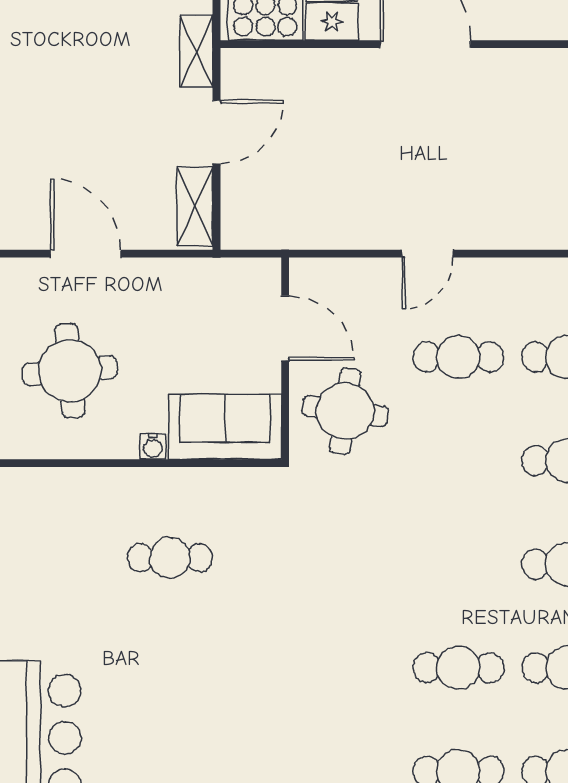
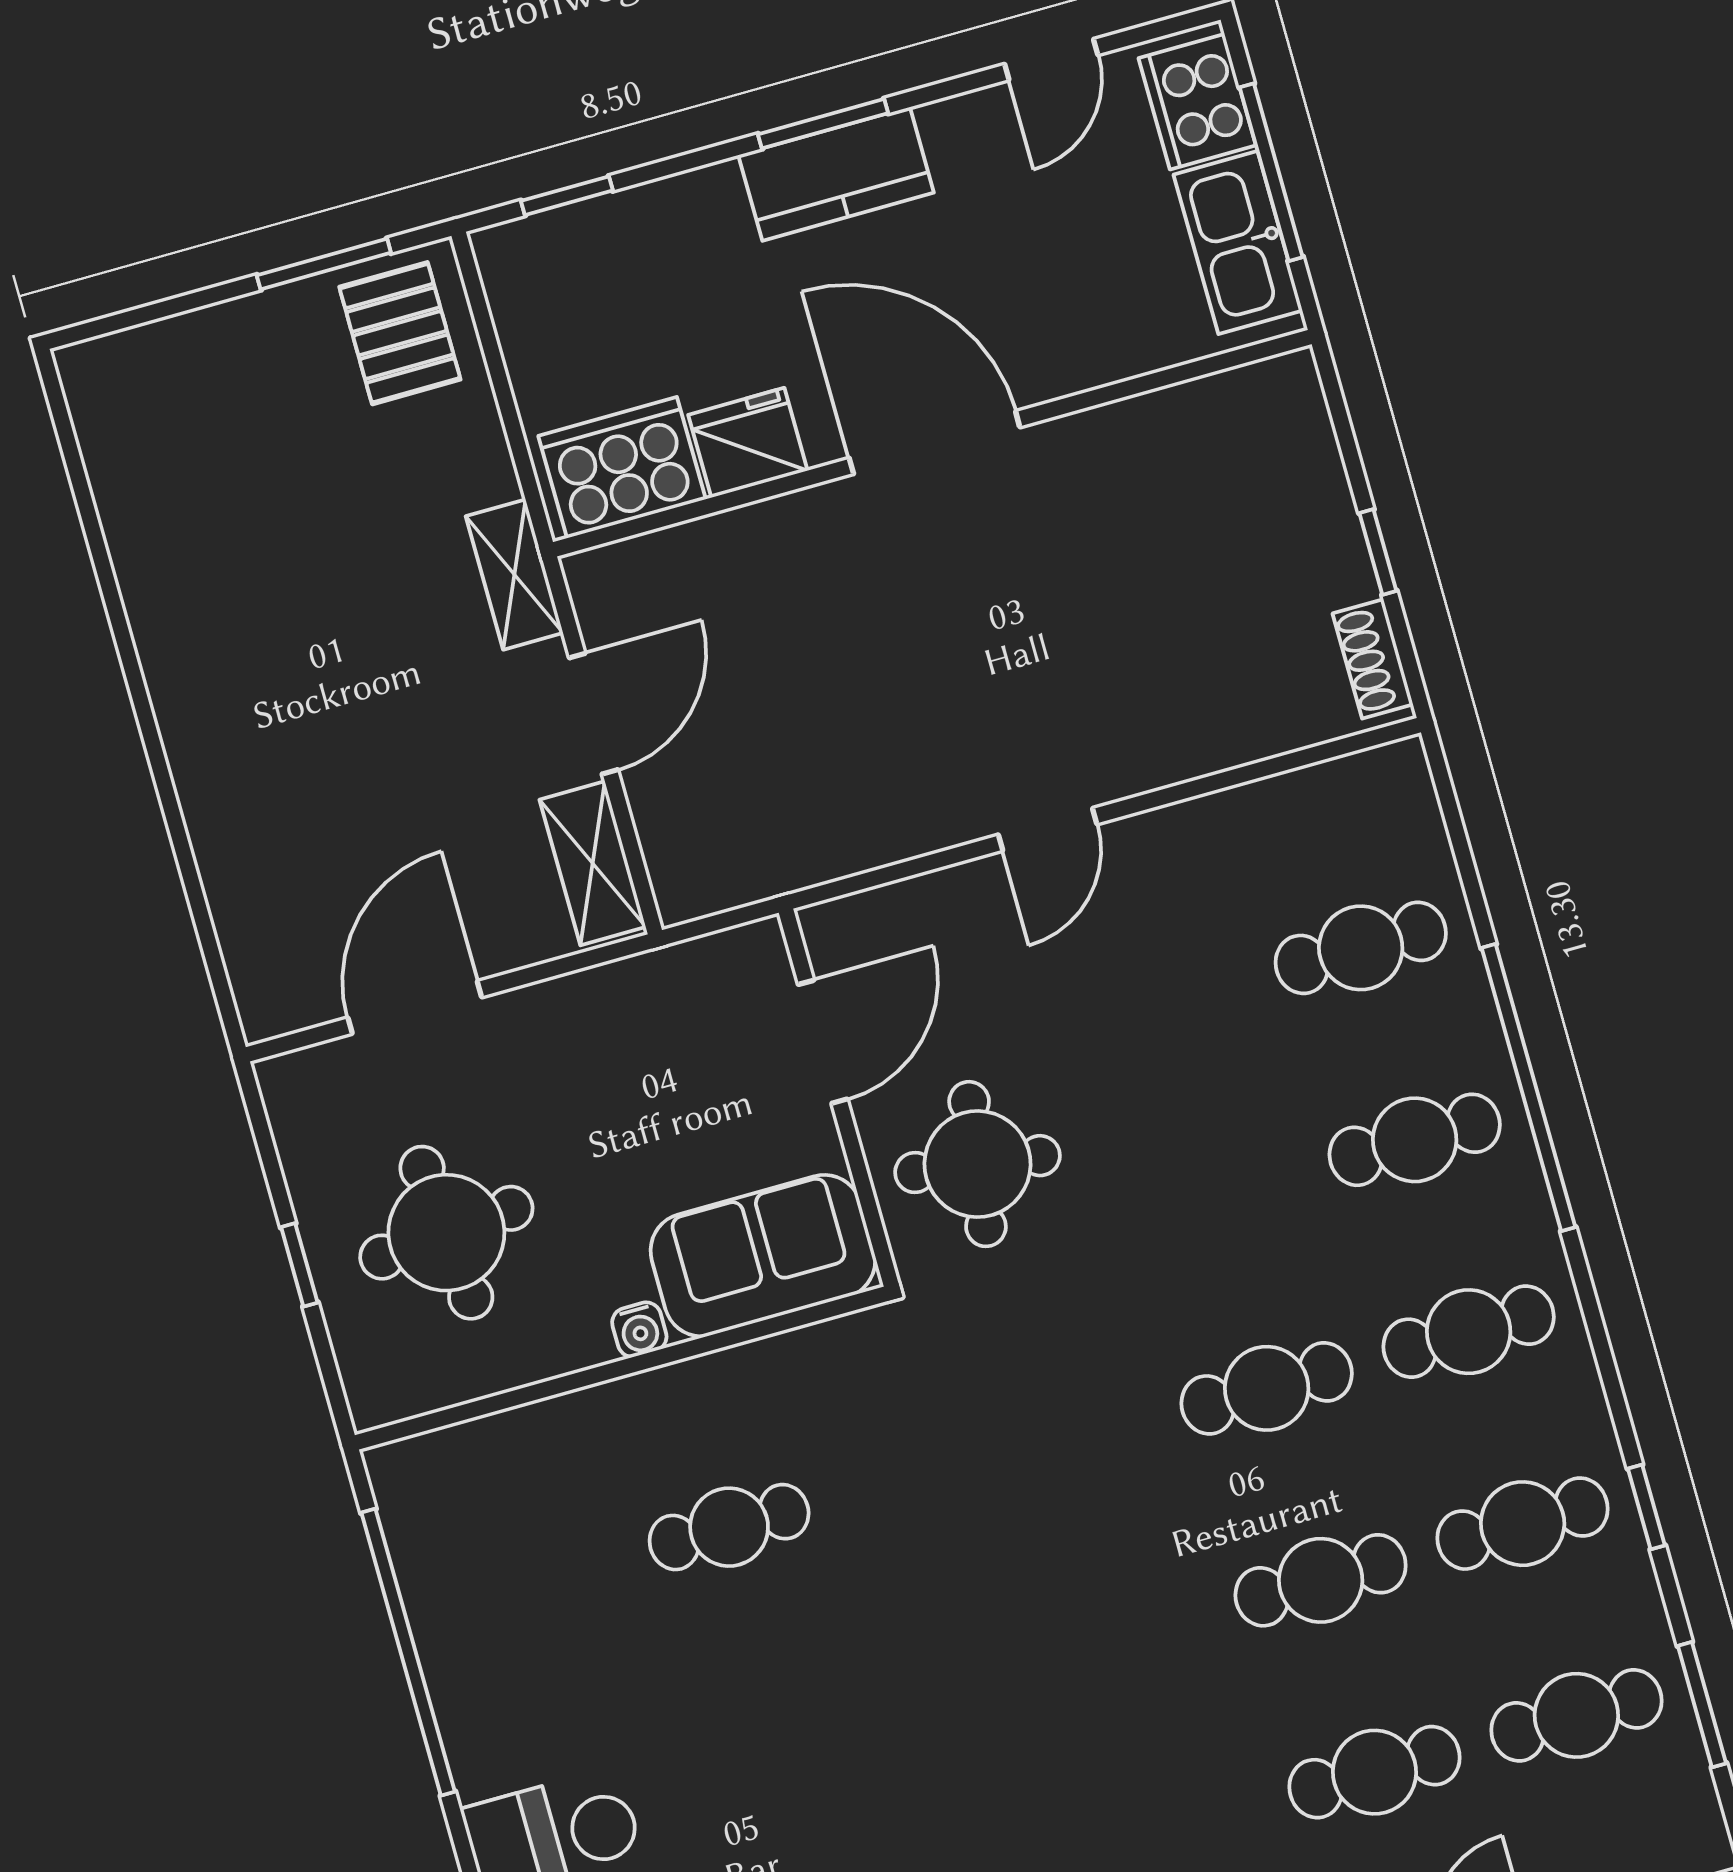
door: (86, 254) -> (415, 1007), hinge flipped
door: (285, 328) -> (823, 1042), hinge flipped
cafe table: (458, 357) -> (1267, 1388), moved

